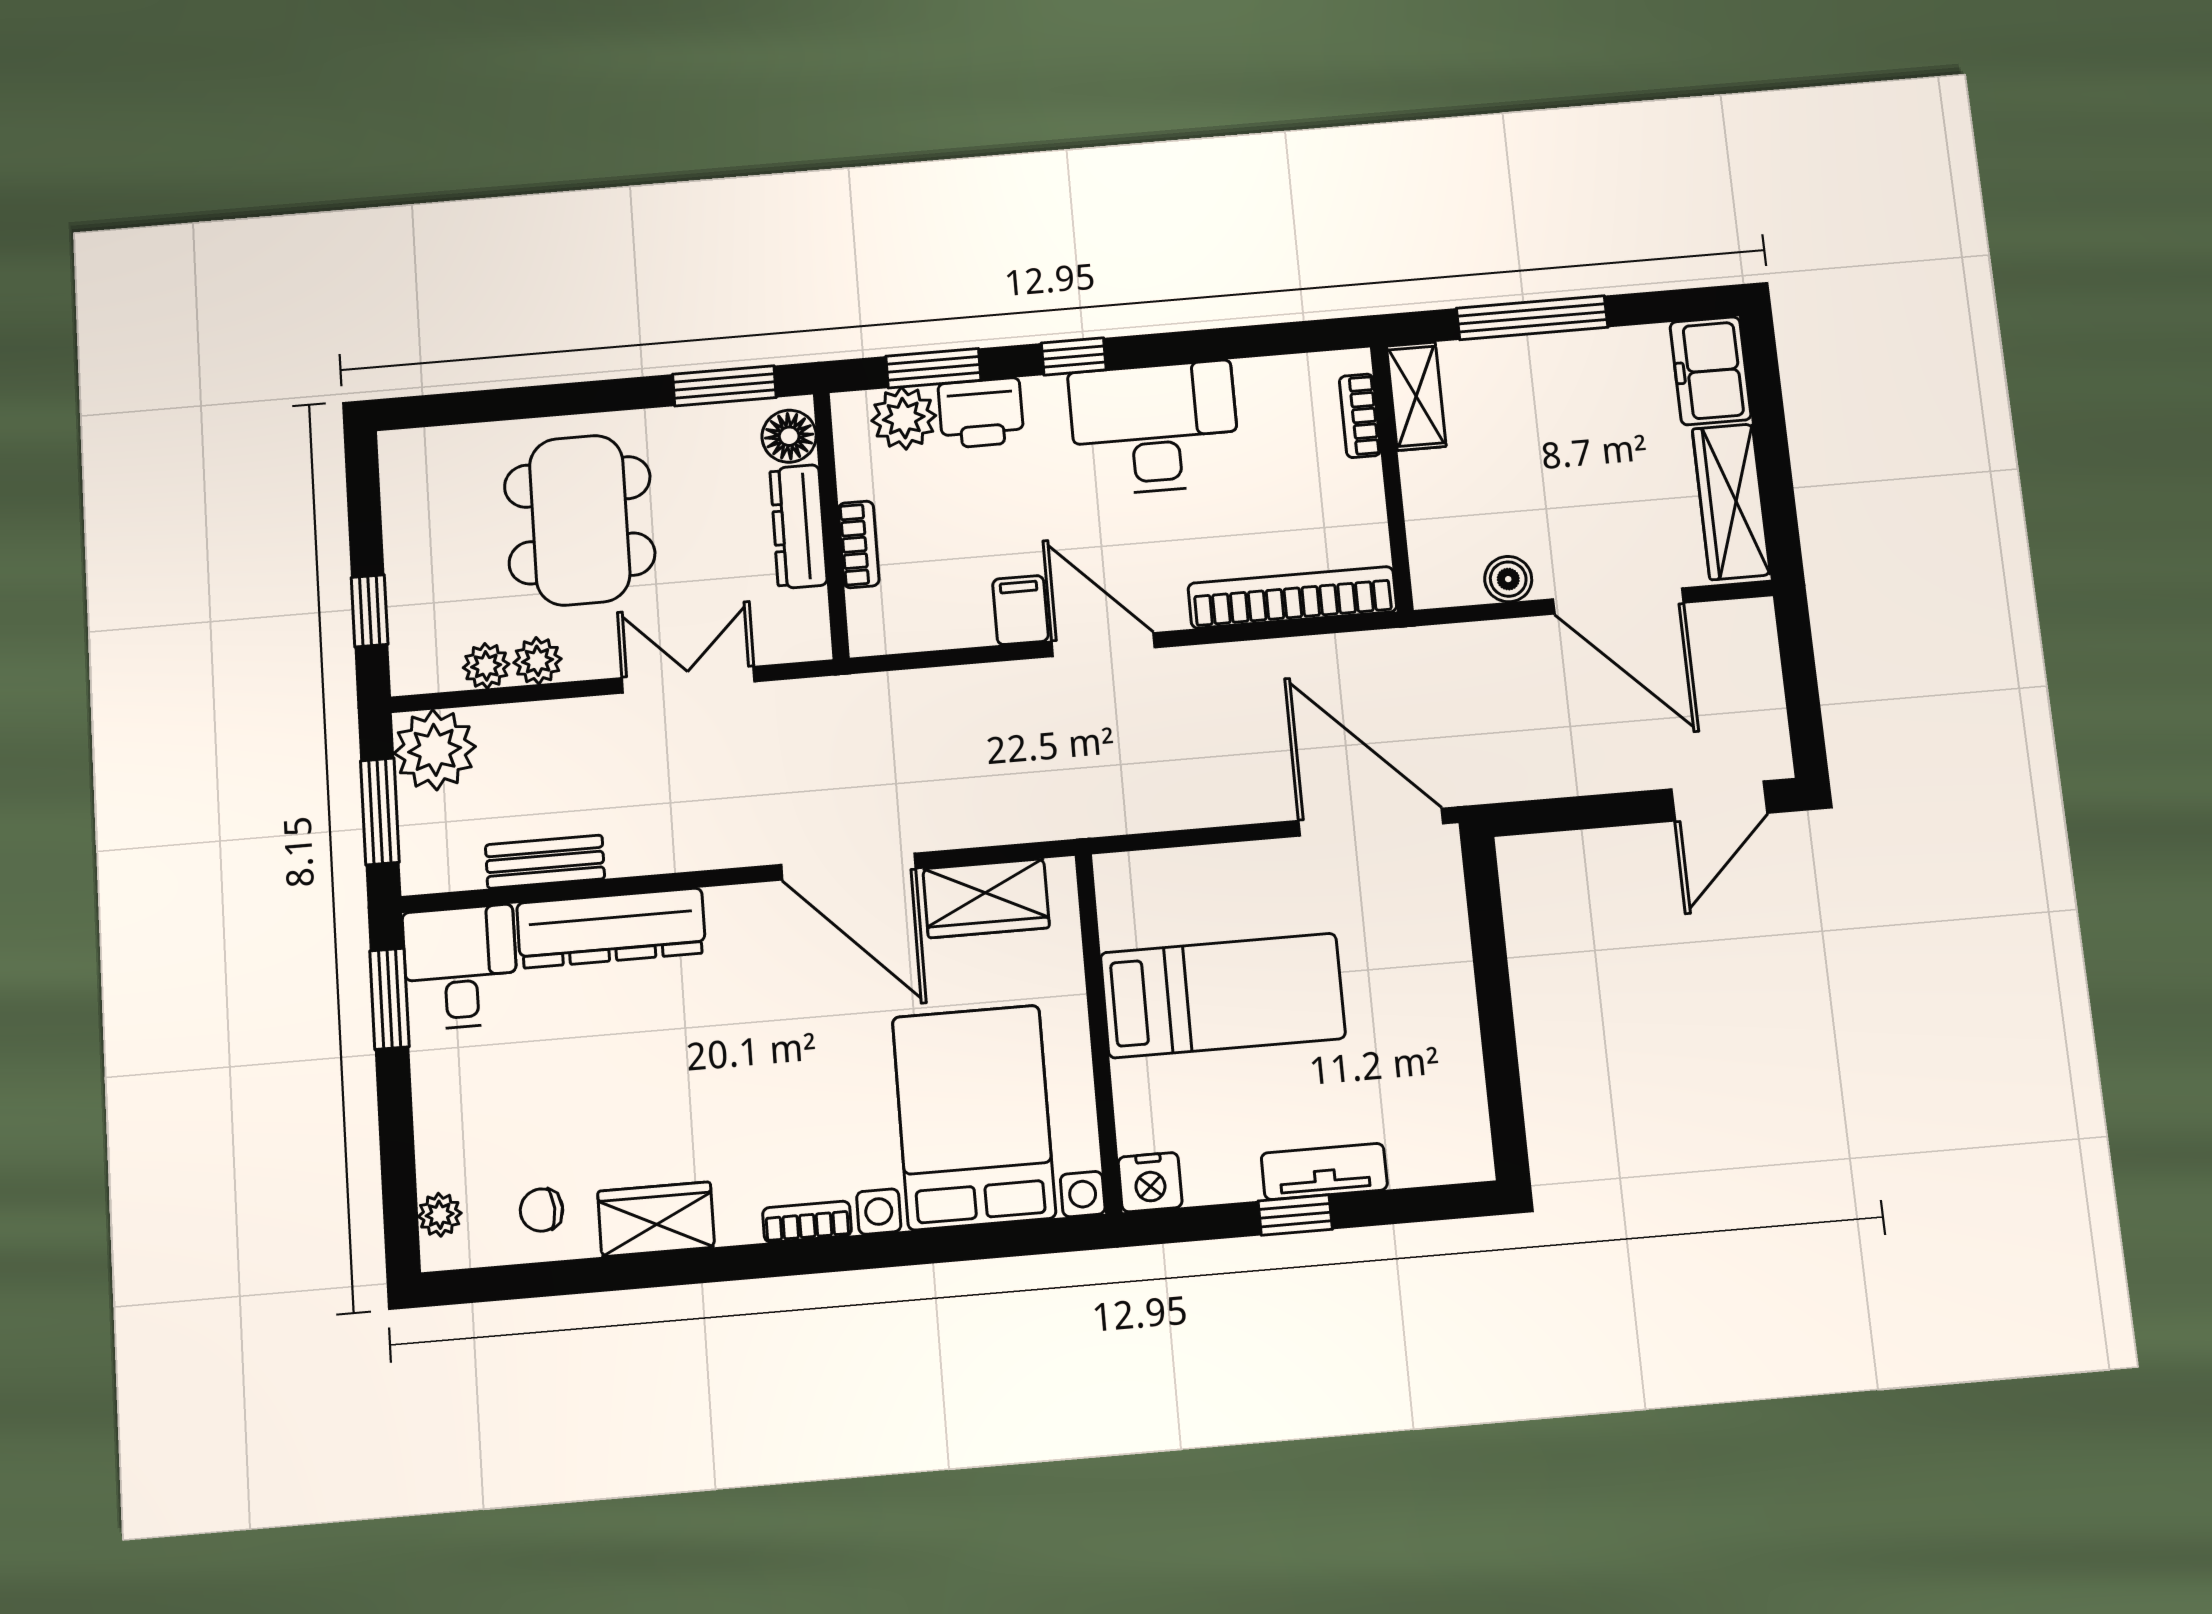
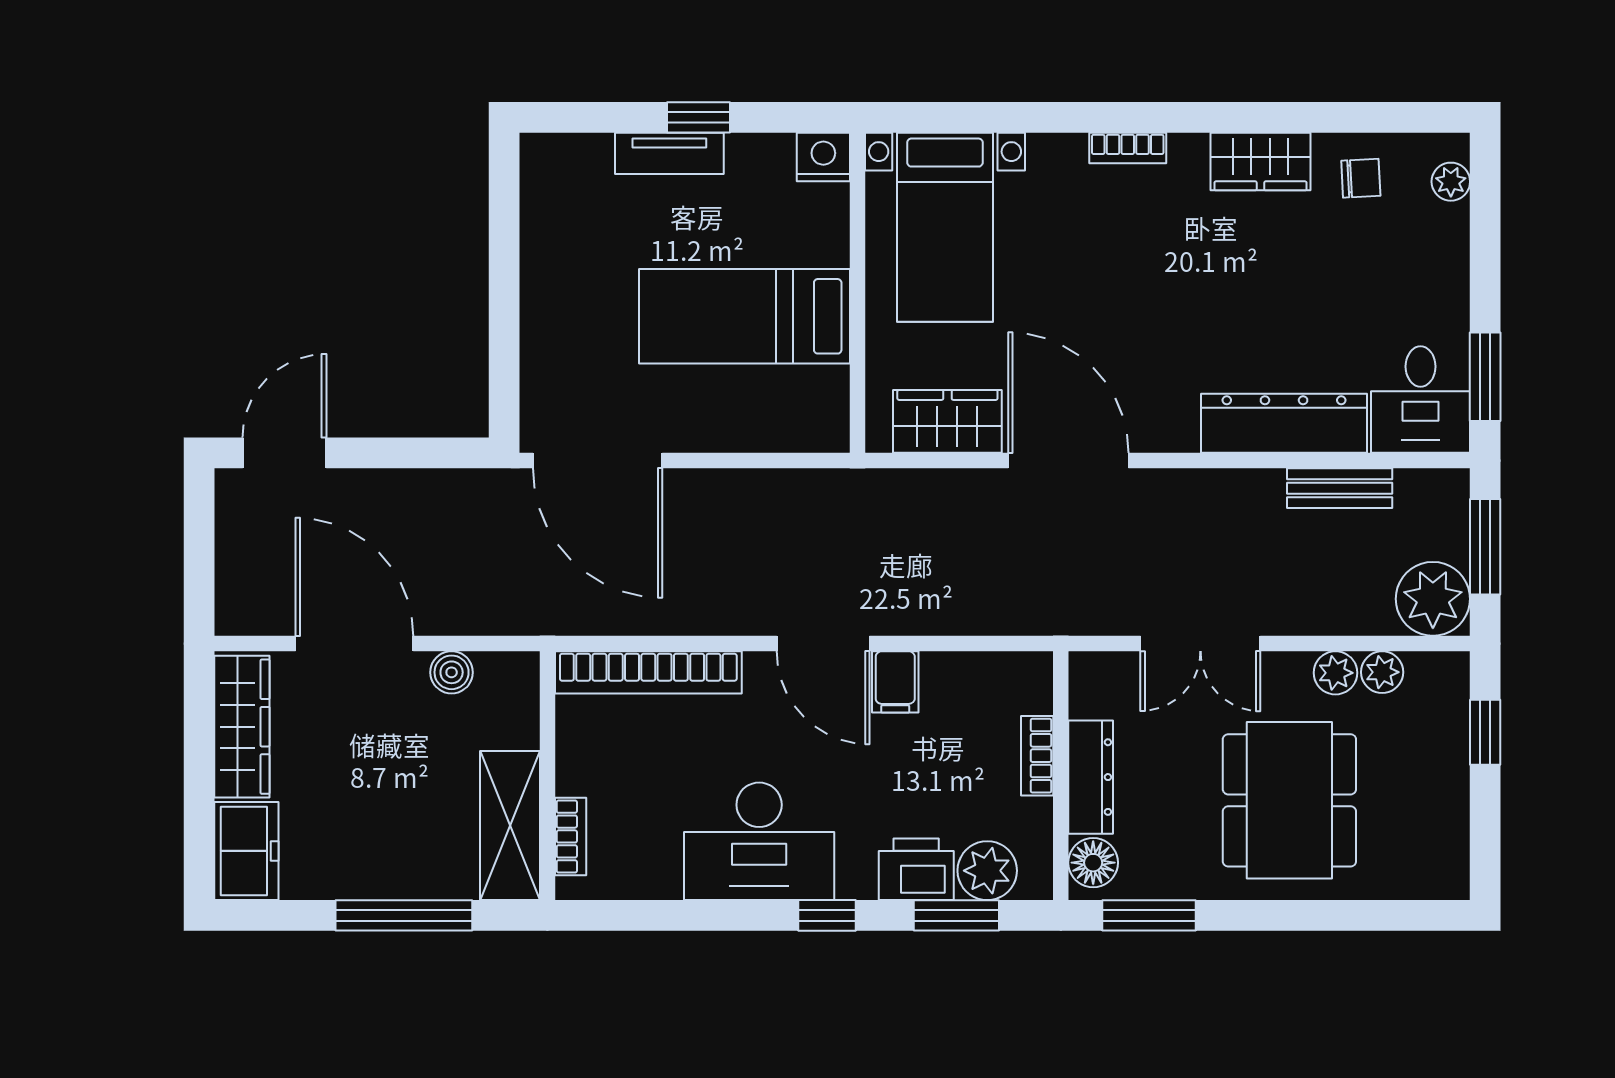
shelving: (1416, 396) -> (510, 826), width x1.50, depth x1.33
bed with nightstands: (974, 1117) -> (945, 227), width x0.73

